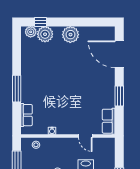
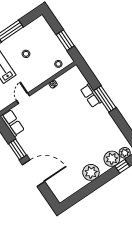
door: (119, 54) -> (34, 173), moved
row of seats: (27, 115) -> (91, 96), moved
door: (85, 136) -> (23, 98), hinge flipped

